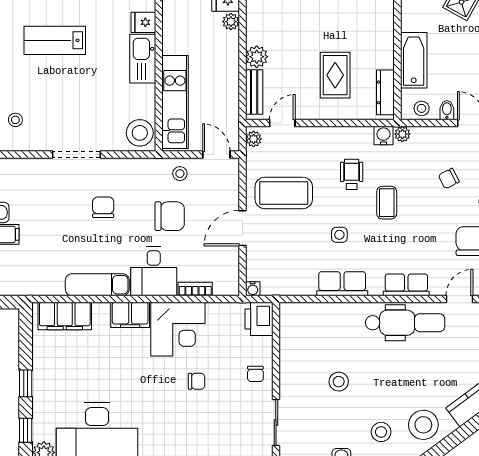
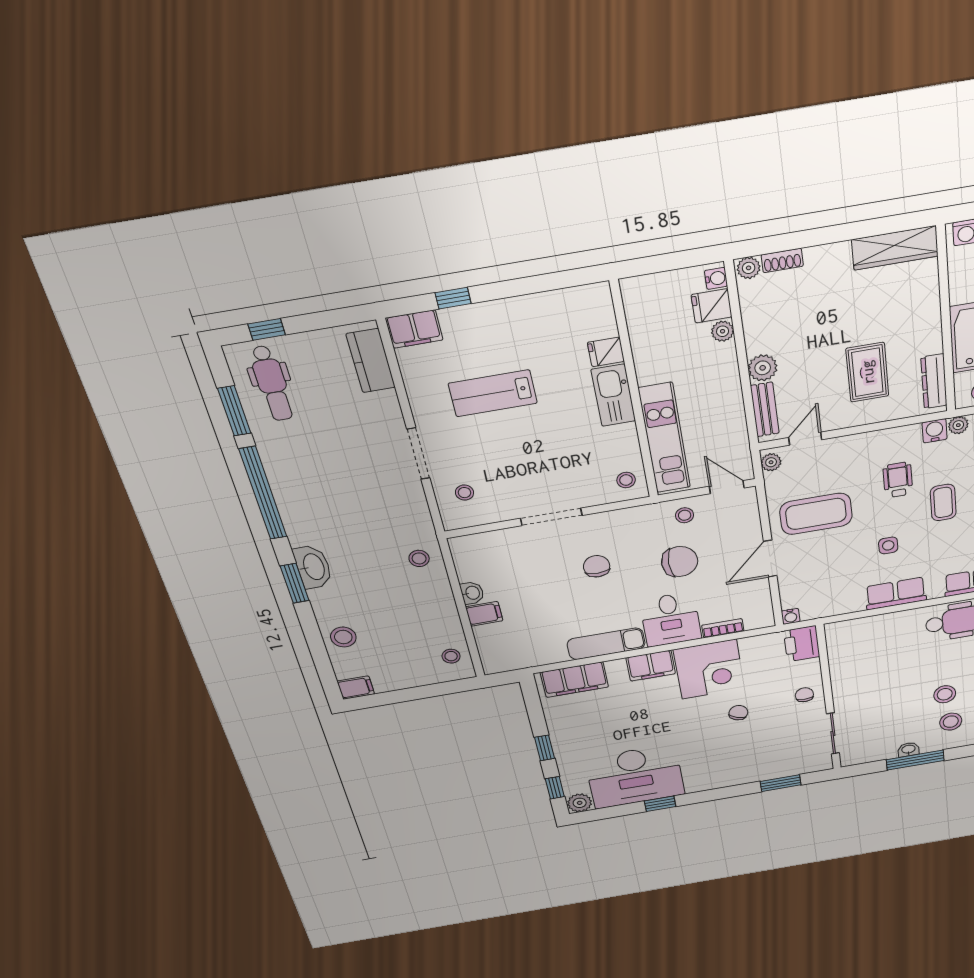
stool: (140, 133) -> (626, 480), width x0.53, depth x0.53
chair: (255, 374) -> (804, 695), turned 180
chair: (197, 381) -> (738, 713), turned -68
stool: (339, 382) -> (945, 694), moved

